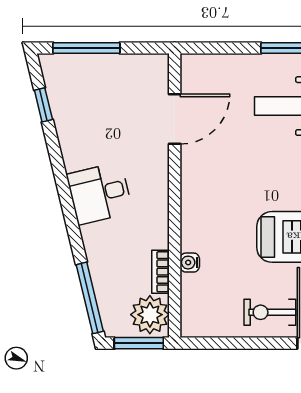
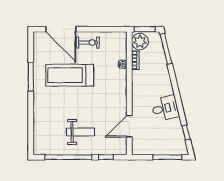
window: (228, 48) -> (106, 157), added
desk: (100, 193) -> (165, 108), moved

